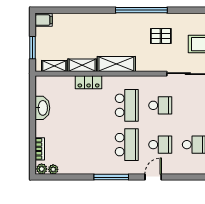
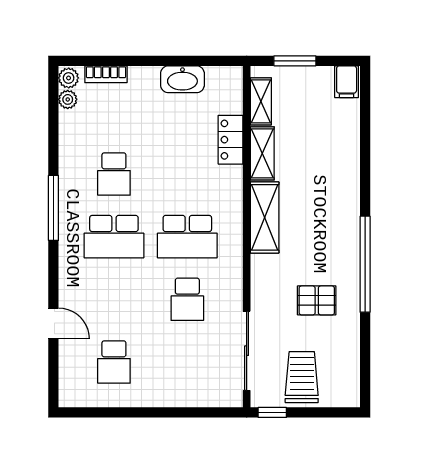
pallet: (161, 36) -> (317, 300), turned 90
locker: (89, 82) -> (231, 140), moved
school desk: (160, 145) -> (114, 174), moved
door: (153, 177) -> (53, 324), moved

